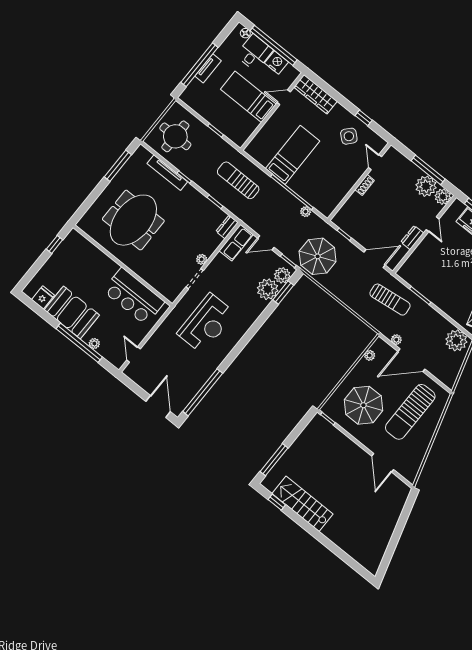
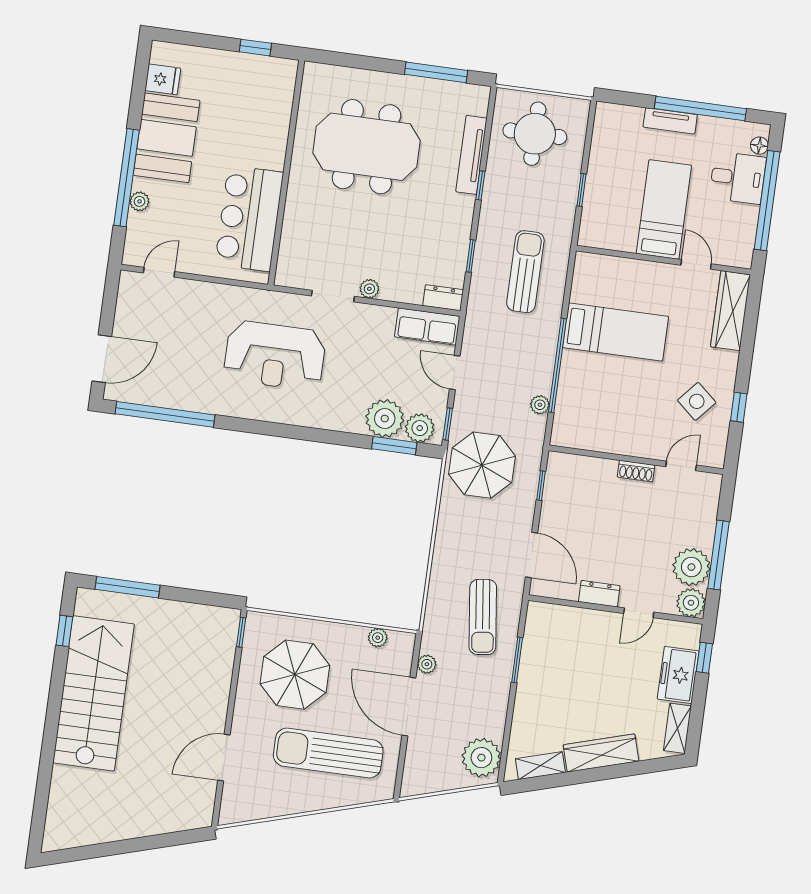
nightstand: (277, 63) -> (743, 221), removed
window: (199, 65) -> (700, 109), moved
stairs: (302, 504) -> (94, 693), width x1.36, depth x1.51

